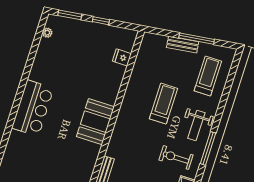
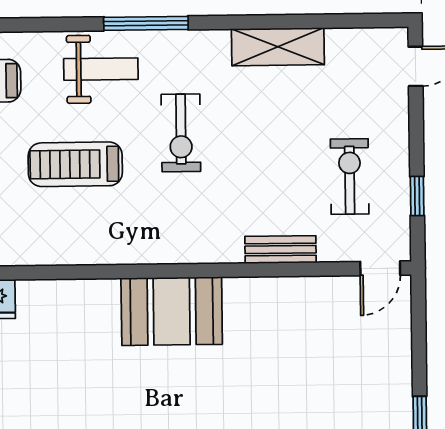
exercise bike: (176, 158) -> (181, 133), moved

